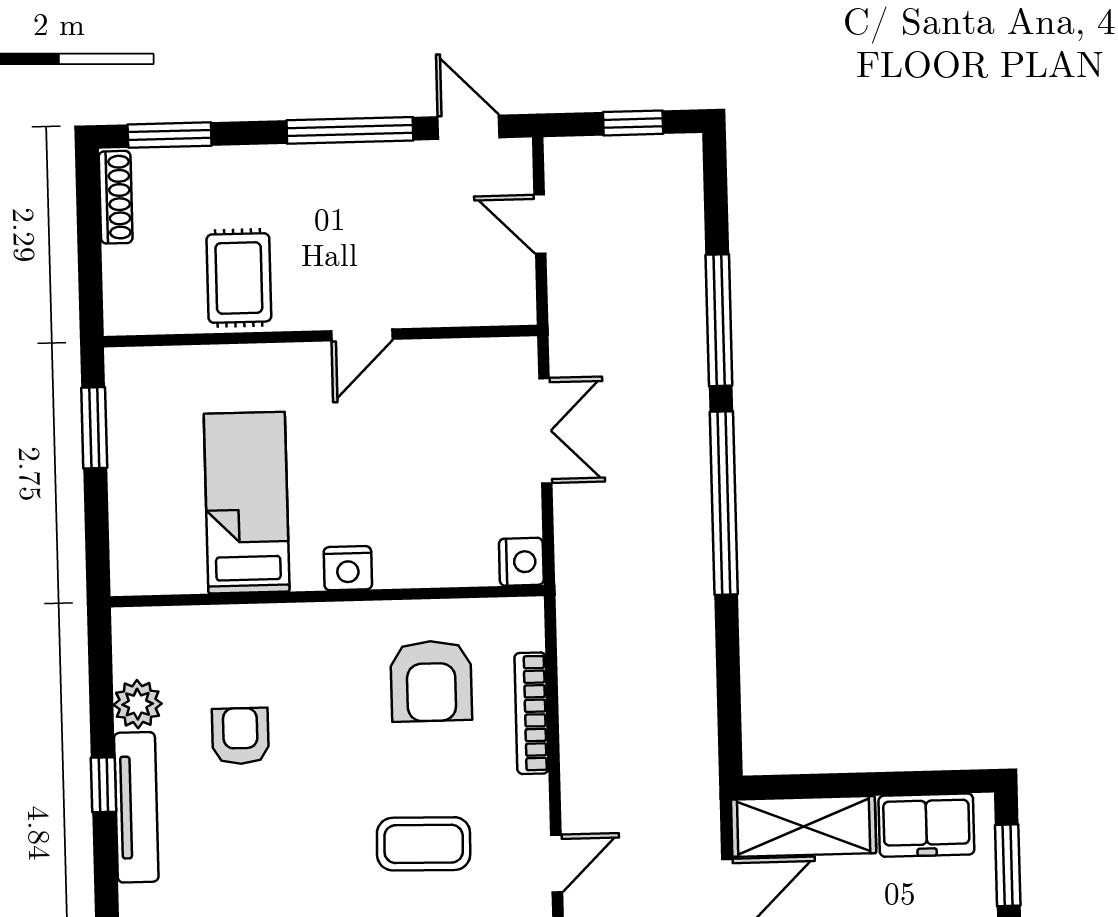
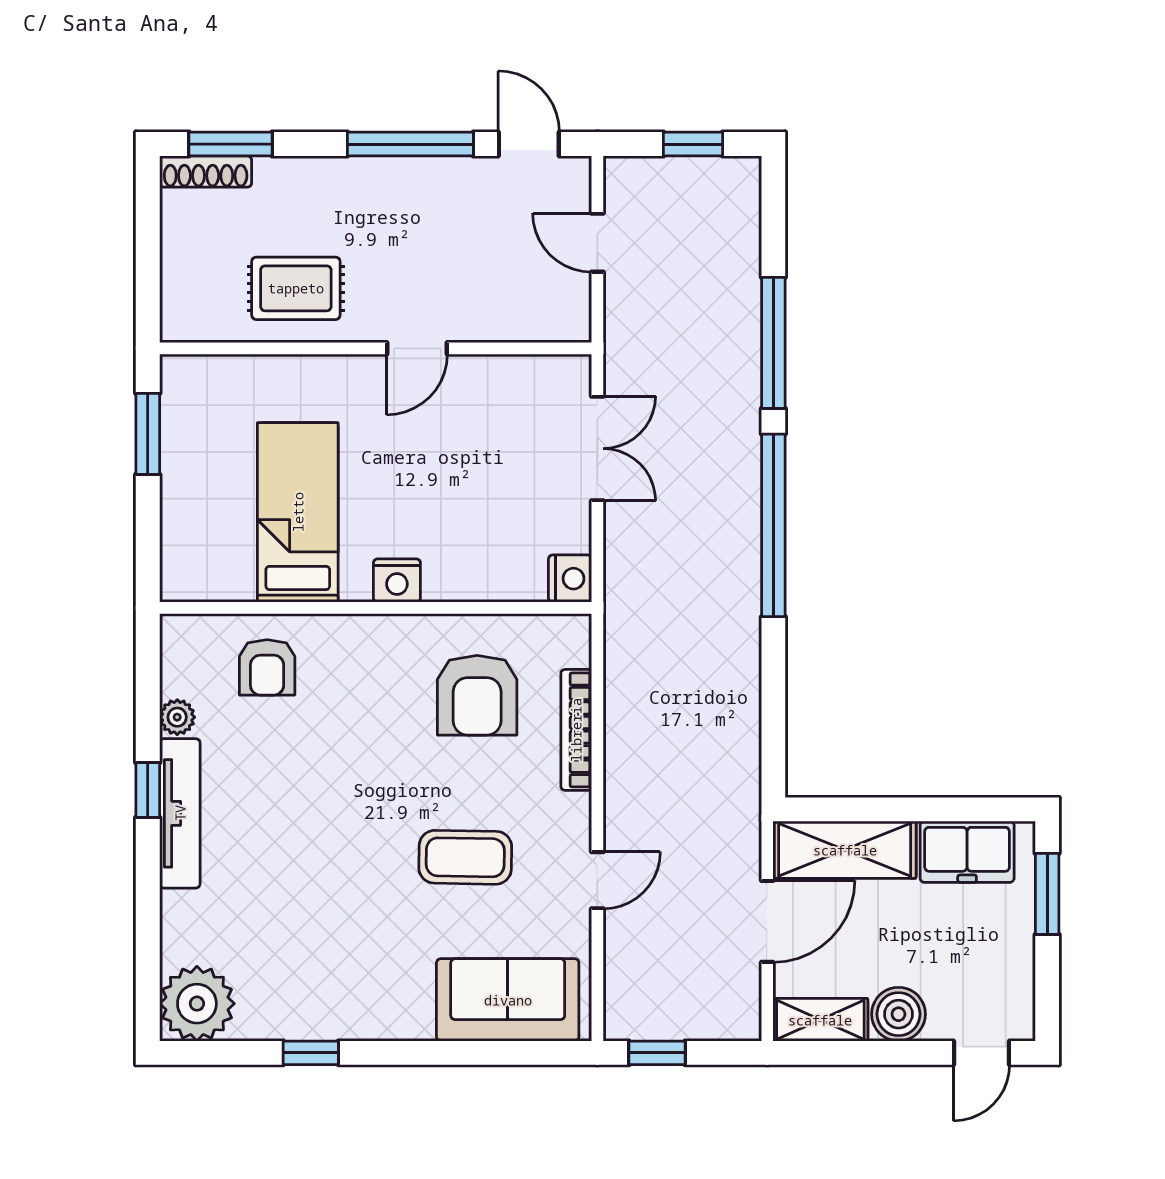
shoe rack: (116, 197) -> (206, 171), moved, turned 90
rug: (239, 278) -> (296, 288), turned 90
plant: (138, 704) -> (177, 717), width x0.73, depth x0.73
armchair: (240, 736) -> (267, 667), moved, turned 180

